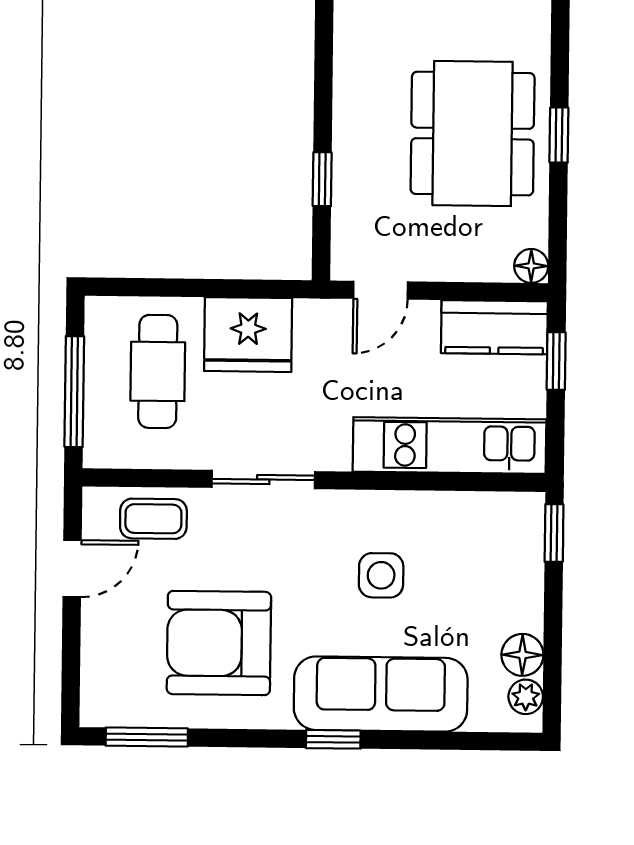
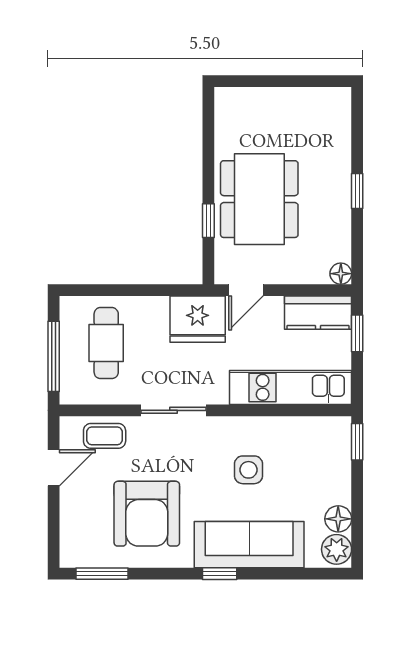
dining table: (473, 134) -> (259, 199), moved
fridge: (248, 335) -> (198, 319), moved
armchair: (219, 643) -> (147, 514), turned -90
plant: (526, 697) -> (337, 549), width x1.38, depth x1.38

